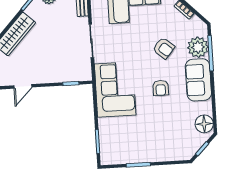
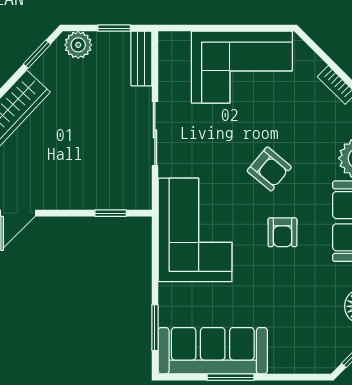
armchair: (164, 48) -> (269, 169), moved
sofa: (128, 152) -> (213, 351), added

